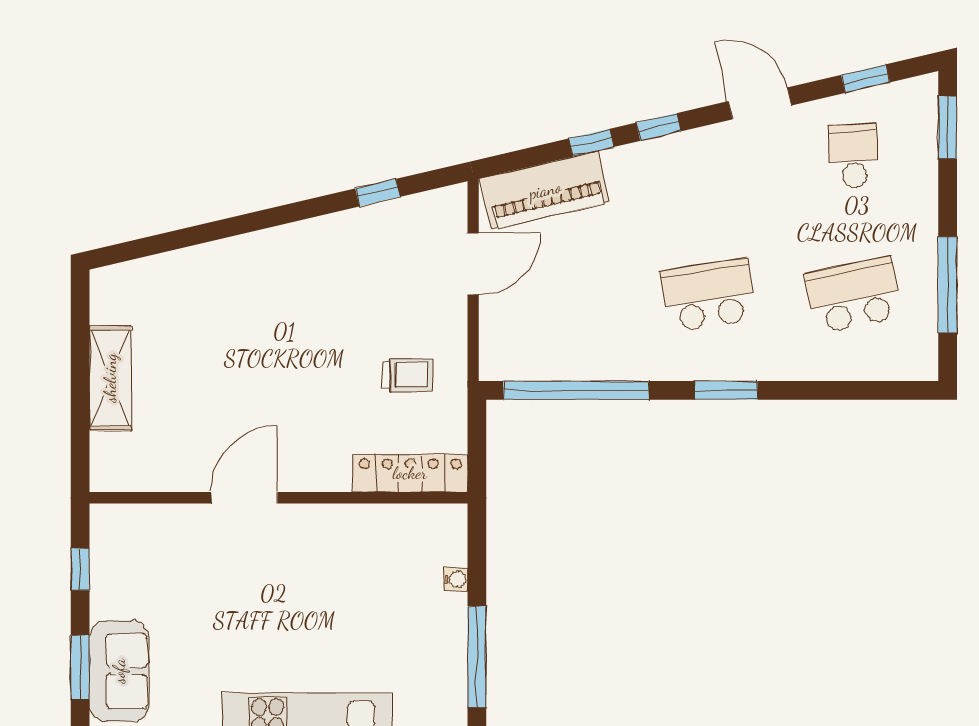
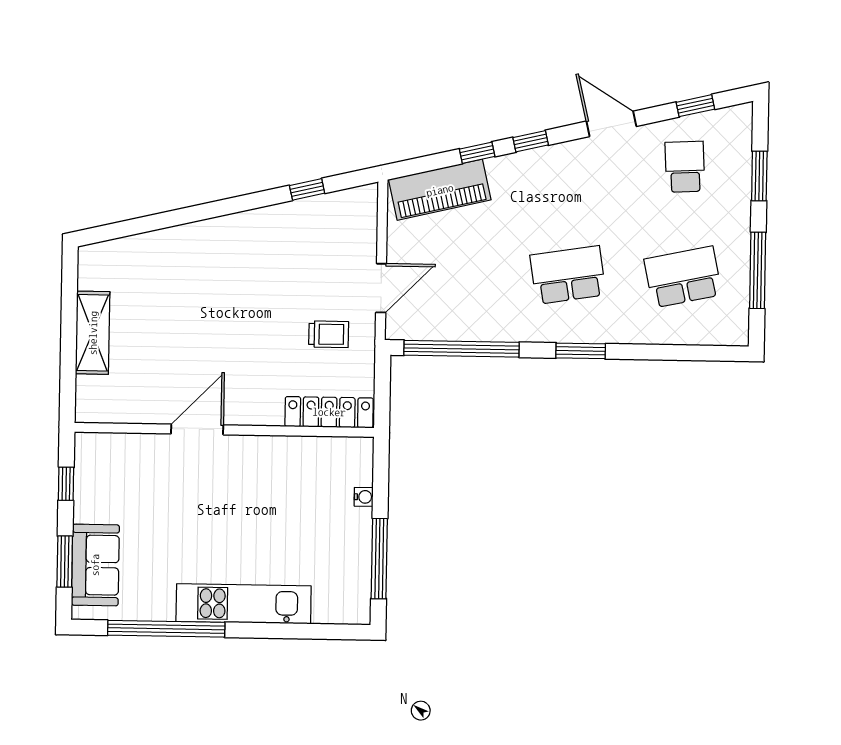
window: (948, 127) -> (759, 176), moved
door: (473, 264) -> (381, 288), moved

